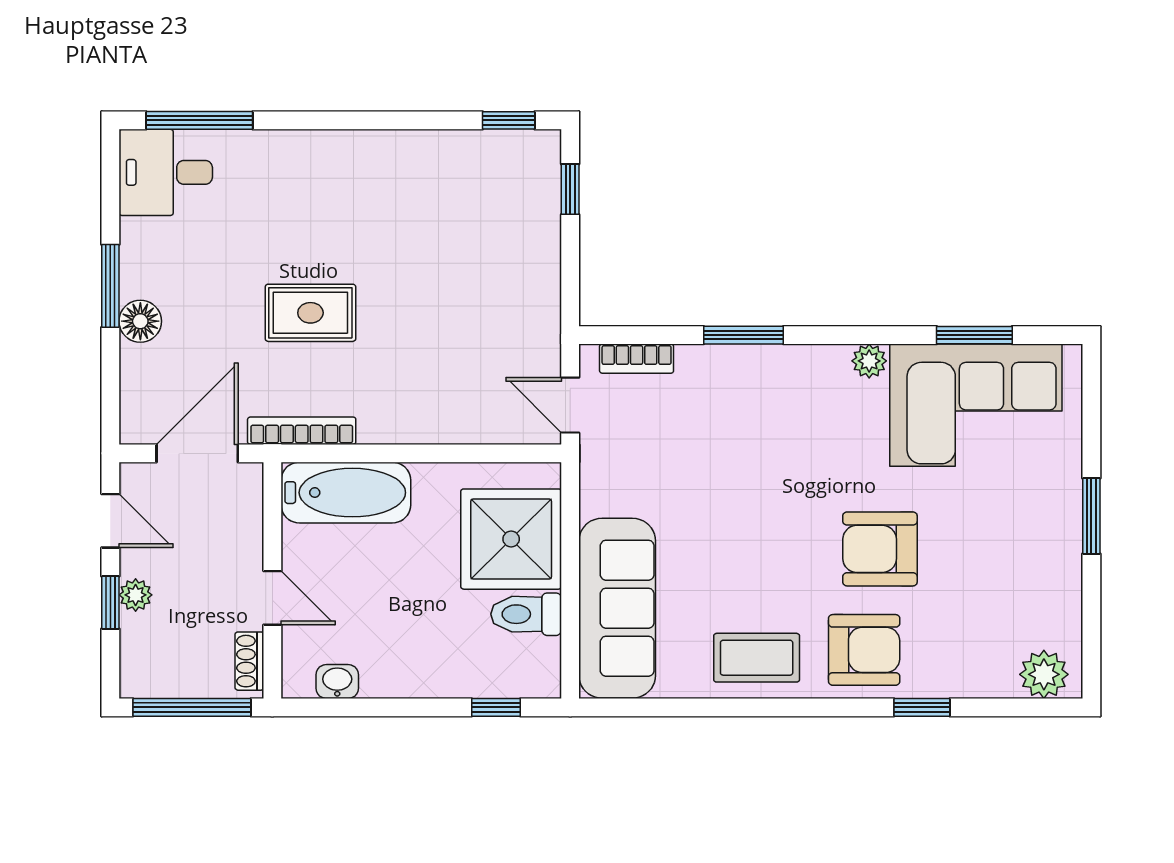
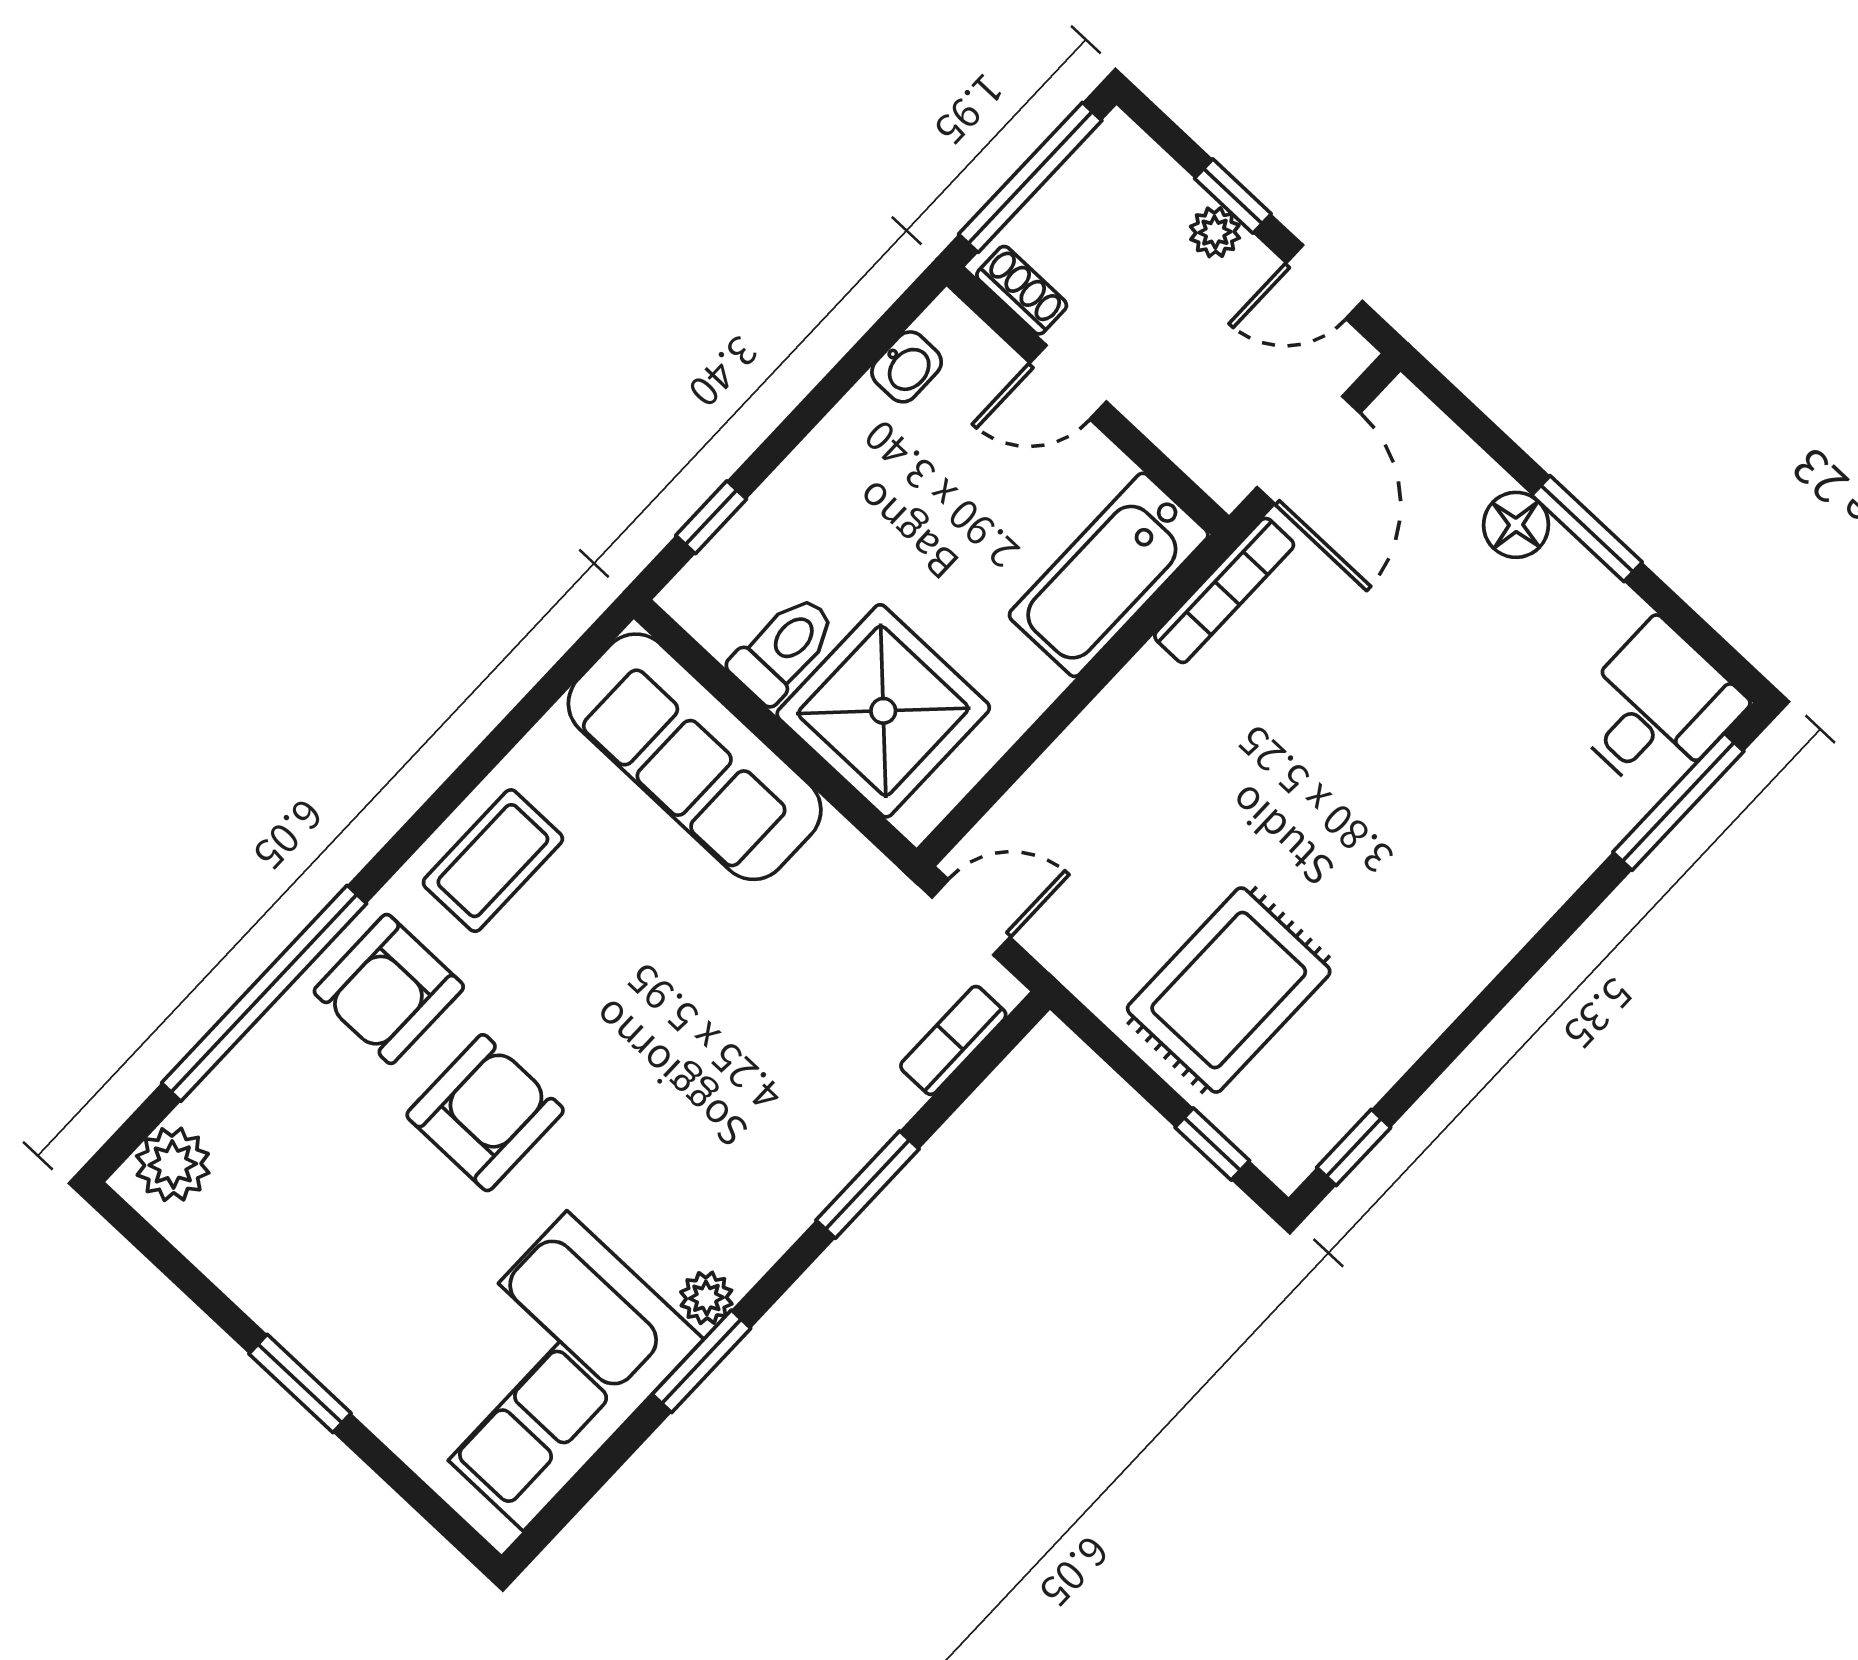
rug: (310, 313) -> (1229, 990), moved, width x1.36, depth x1.43
window: (974, 335) -> (701, 1361), moved
window: (922, 707) -> (264, 993), width x3.17

